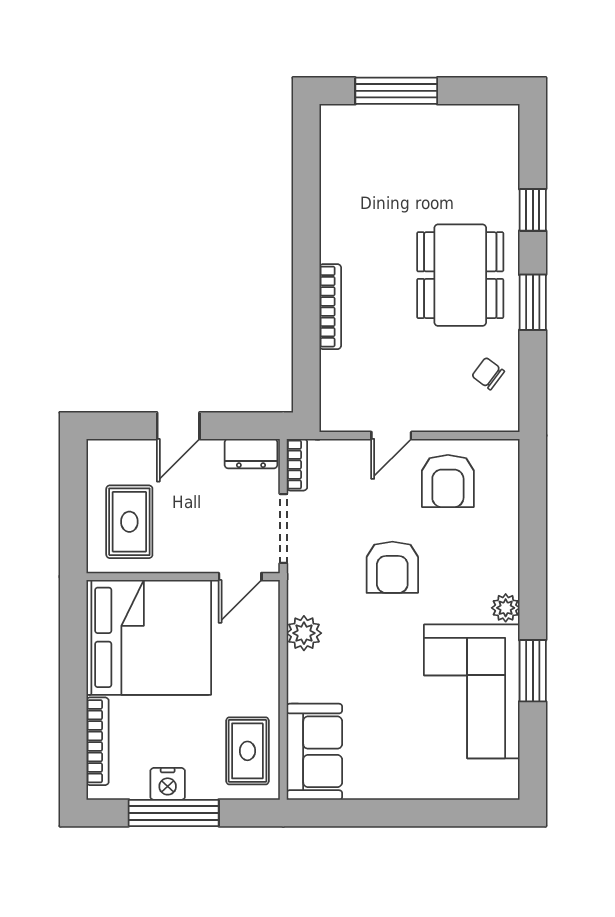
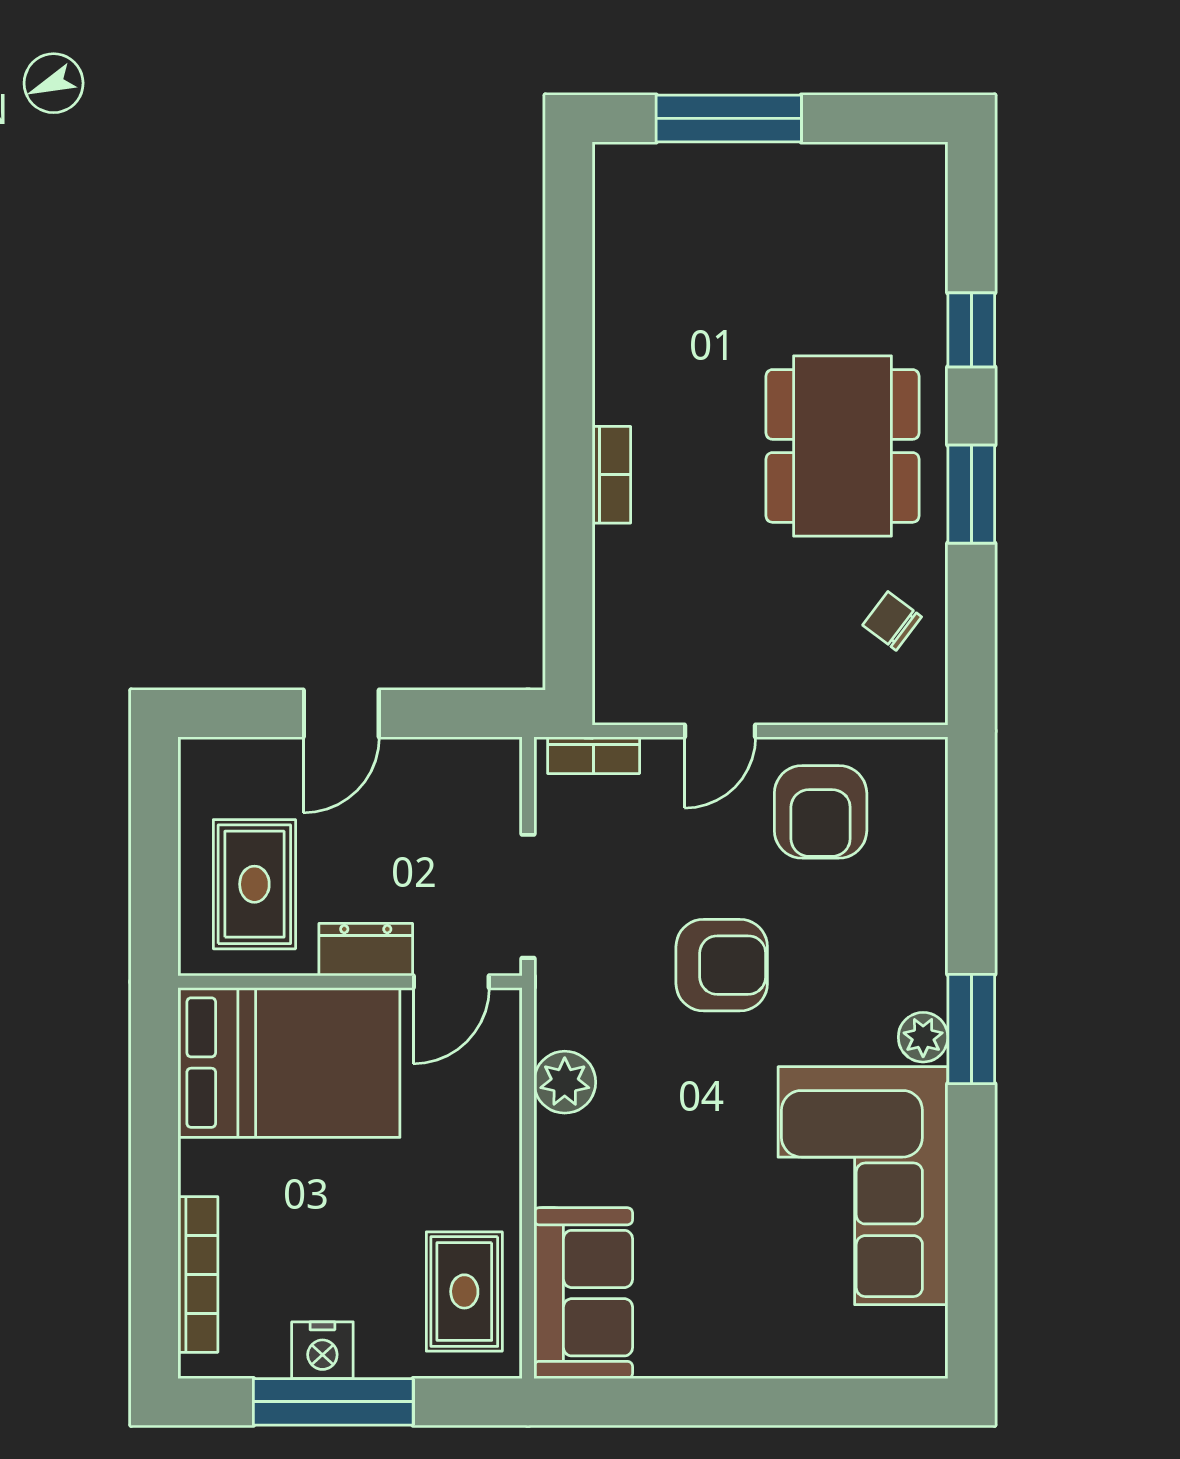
bookcase: (330, 307) -> (611, 475), width x0.64
dresser: (251, 454) -> (366, 950), moved, turned 180
bookcase: (297, 465) -> (594, 755), moved, turned 90
armchair: (392, 567) -> (722, 965), turned -90
bed: (149, 637) -> (289, 1063), width x0.73
window: (533, 671) -> (971, 1029), moved

